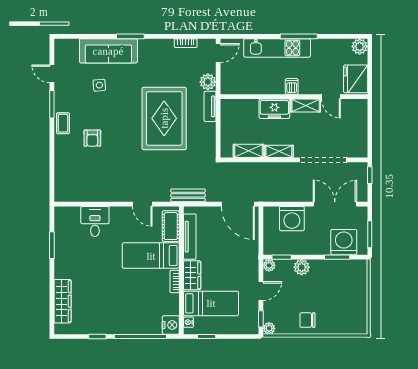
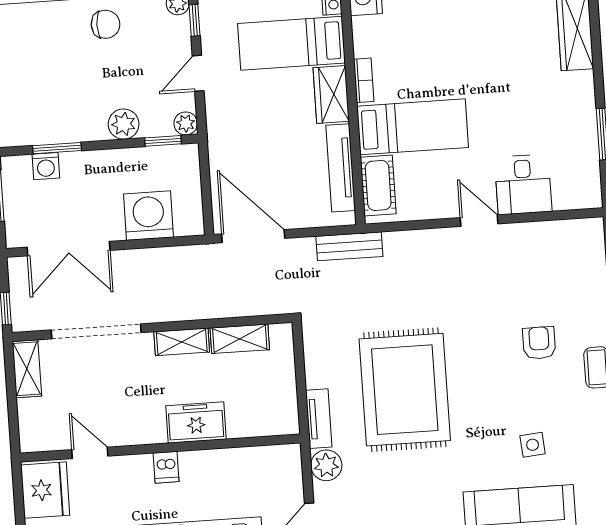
shelving: (306, 106) -> (27, 369), moved, turned 90
door: (142, 204) -> (479, 221), moved
washing machine: (344, 242) -> (46, 166), width x0.53, depth x0.53

